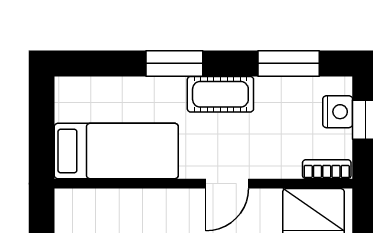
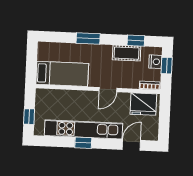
window: (289, 63) -> (136, 41), width x0.67
cot: (220, 94) -> (127, 53), moved

